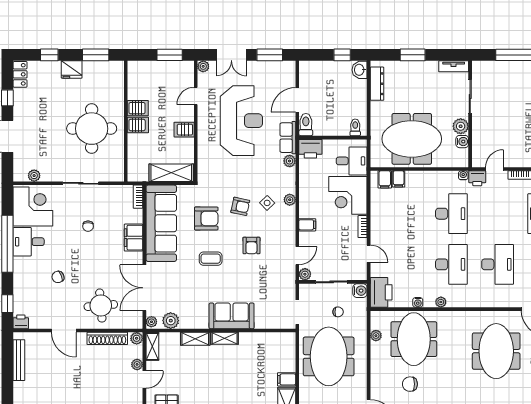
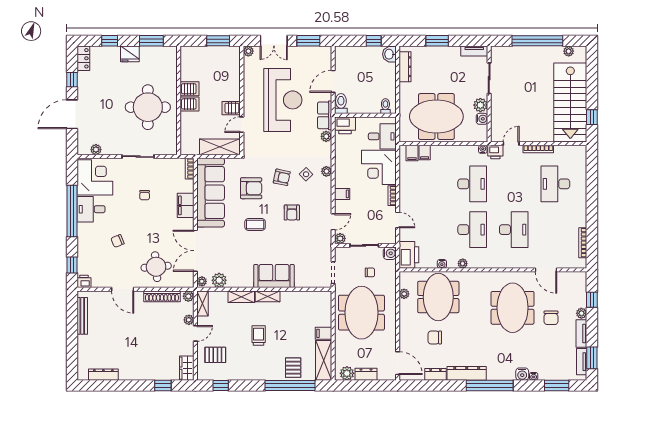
door: (196, 96) -> (242, 125), moved
trolley: (214, 382) -> (259, 335), added

